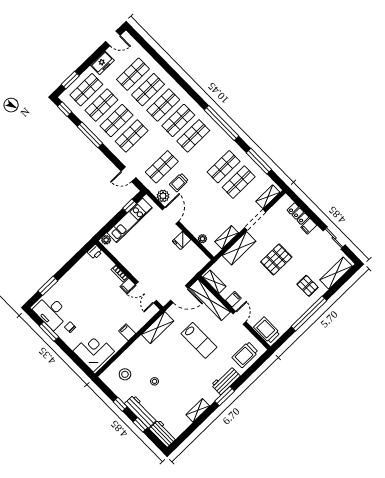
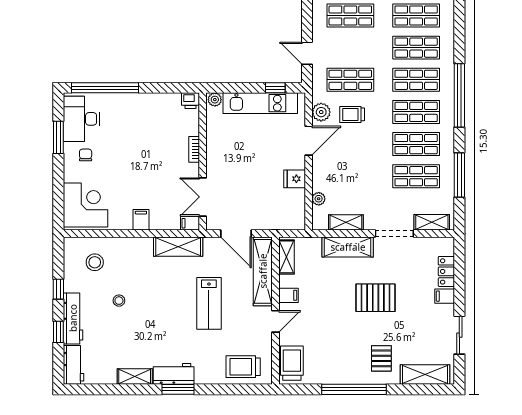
shop shelf: (208, 151) -> (416, 112), added
window: (48, 286) -> (105, 88), width x2.11
filing cabinet: (128, 286) -> (190, 223), moved
workbench: (226, 380) -> (174, 374), moved

